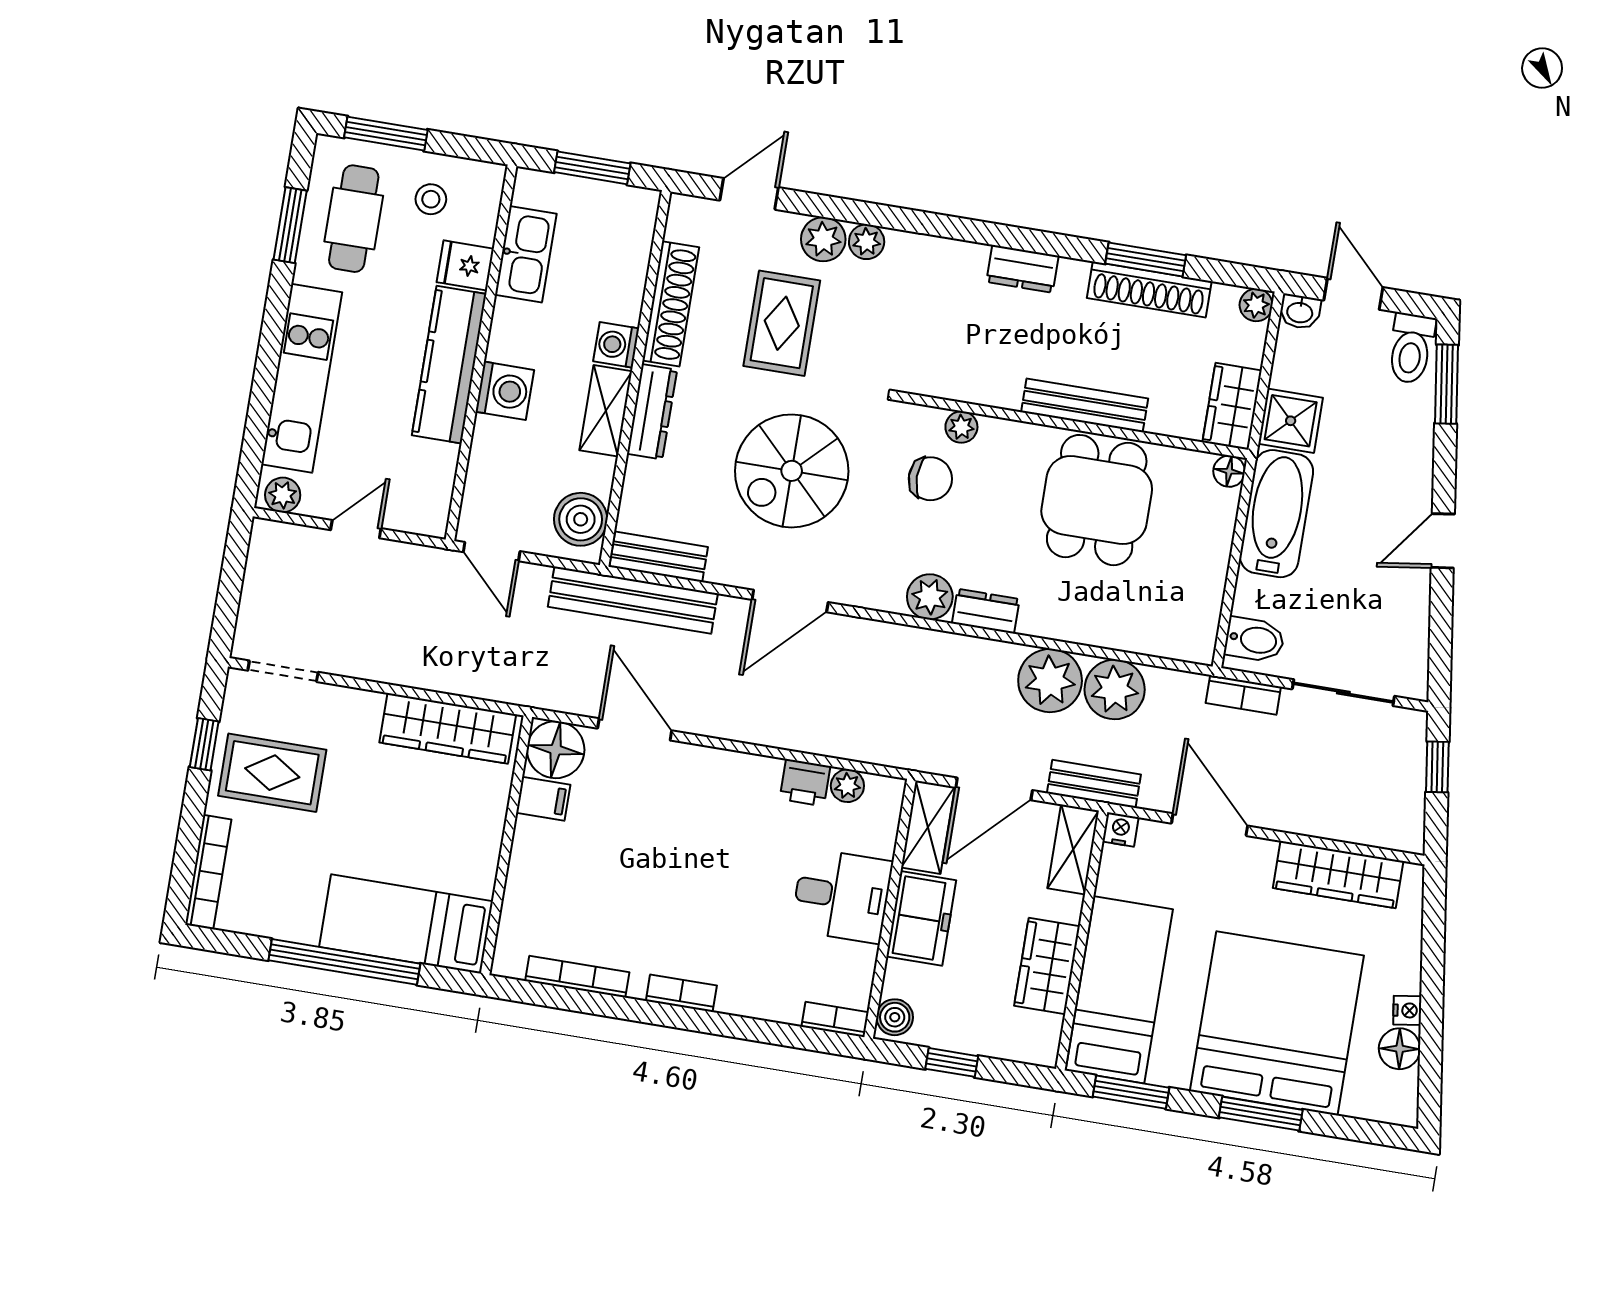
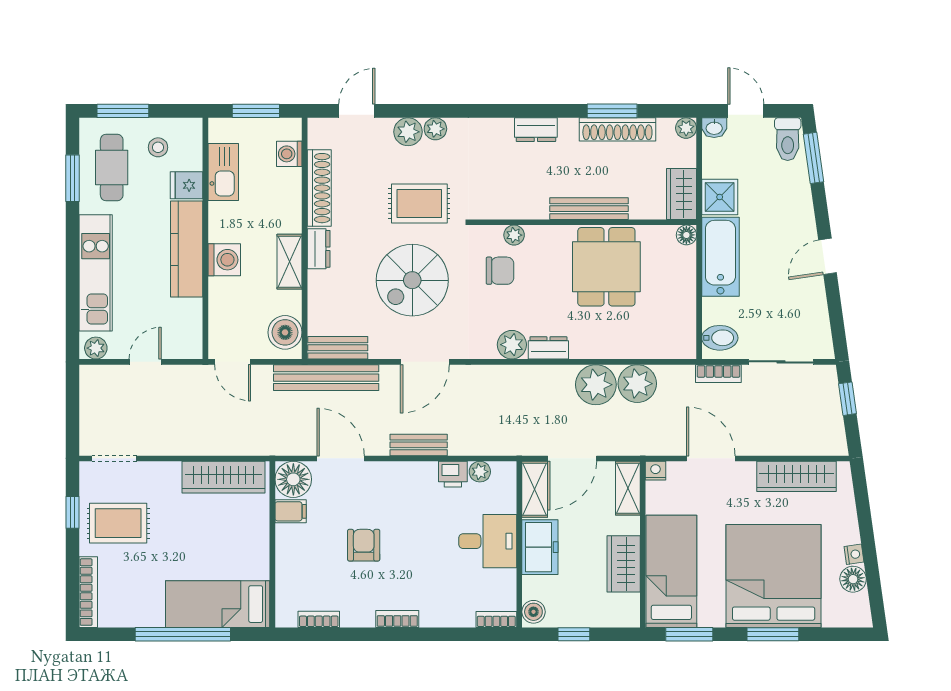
rug: (782, 323) -> (419, 203), moved, turned 90
washing machine: (616, 345) -> (289, 154), moved
dresser: (652, 412) -> (319, 249), width x0.70
bench: (1094, 784) -> (419, 445), moved
armchair: (648, 870) -> (364, 545), added
bookcase: (577, 977) -> (319, 619), width x0.64

